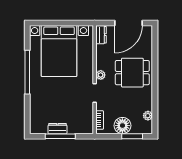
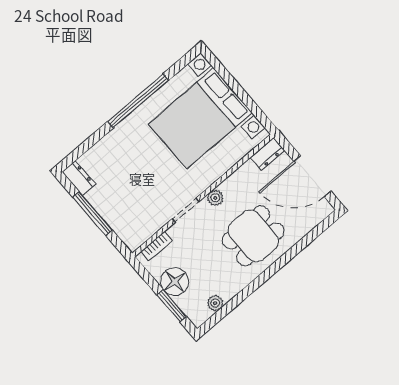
dining table: (132, 73) -> (253, 236), turned 90
dresser: (57, 129) -> (79, 178), moved

